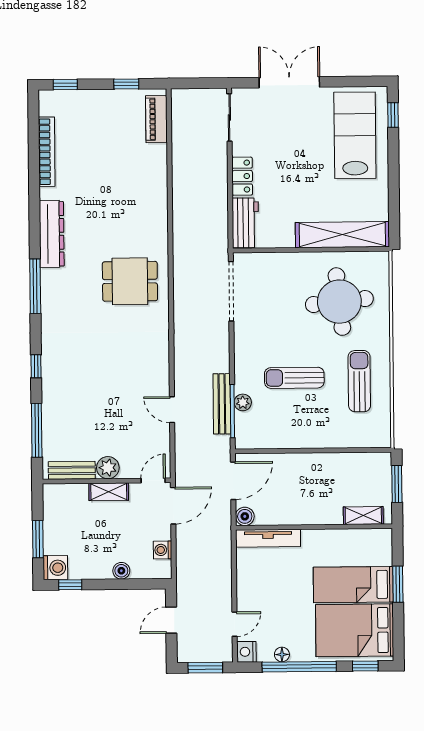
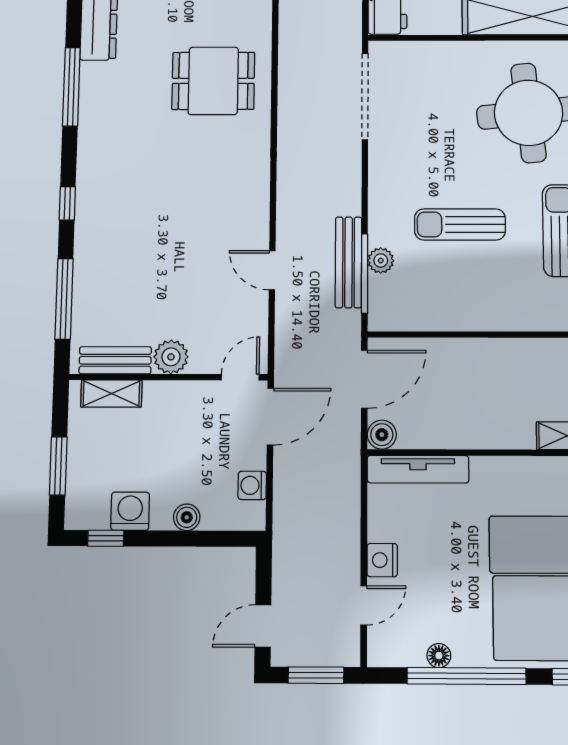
shelving: (109, 492) -> (111, 394), moved
washing machine: (55, 568) -> (130, 511), moved, turned -90
door: (171, 620) -> (263, 626), moved
nightstand: (246, 652) -> (382, 560), moved

